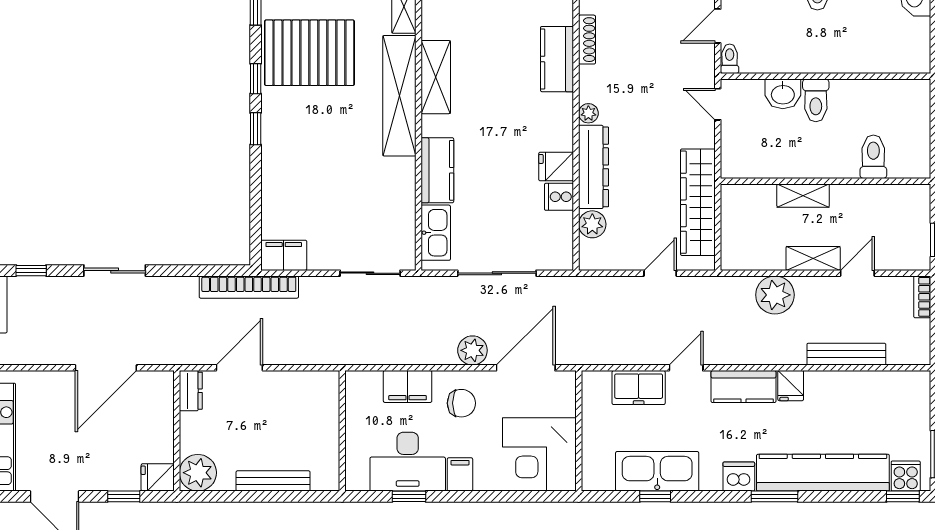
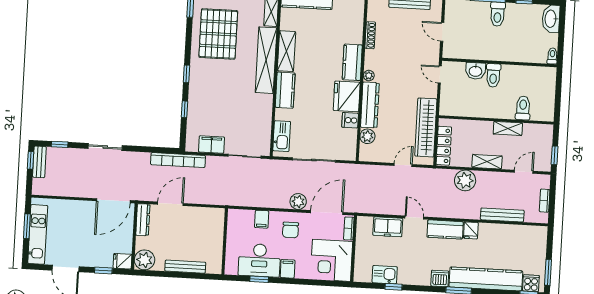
door: (718, 26) -> (442, 32), hinge flipped
pallet: (309, 53) -> (218, 34), turned 90
kitchen counter: (557, 59) -> (352, 62), moved
toilet: (730, 59) -> (552, 56), moved
window: (256, 79) -> (185, 109), moved
fridge: (556, 167) -> (347, 96), width x1.88, depth x1.34
kitchen counter: (437, 170) -> (285, 90), moved
shelving: (803, 196) -> (508, 128), moved
locker: (733, 234) -> (444, 146), added
filing cabinet: (284, 255) -> (212, 145), moved
door: (857, 273) -> (524, 172), moved
bookcase: (922, 297) -> (545, 201), moved
door: (106, 368) -> (113, 201), moved
door: (686, 368) -> (414, 217), hinge flipped
filing cabinet: (408, 386) -> (262, 219), width x0.50
dresser: (191, 391) -> (143, 220), width x1.44
bookcase: (568, 395) -> (349, 228), added
chair: (461, 403) -> (291, 230), turned 90
kitchen sink: (657, 471) -> (385, 275), width x0.53, depth x0.81

